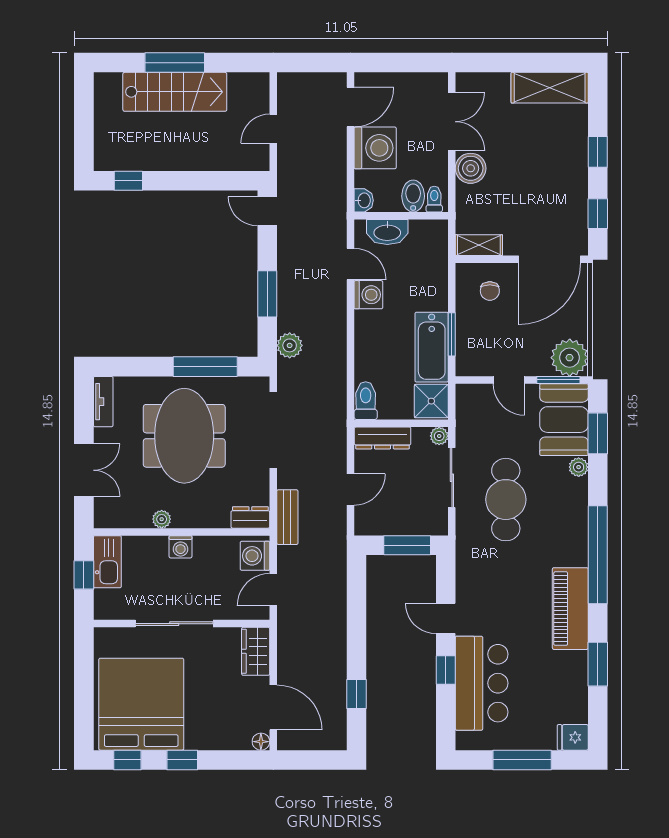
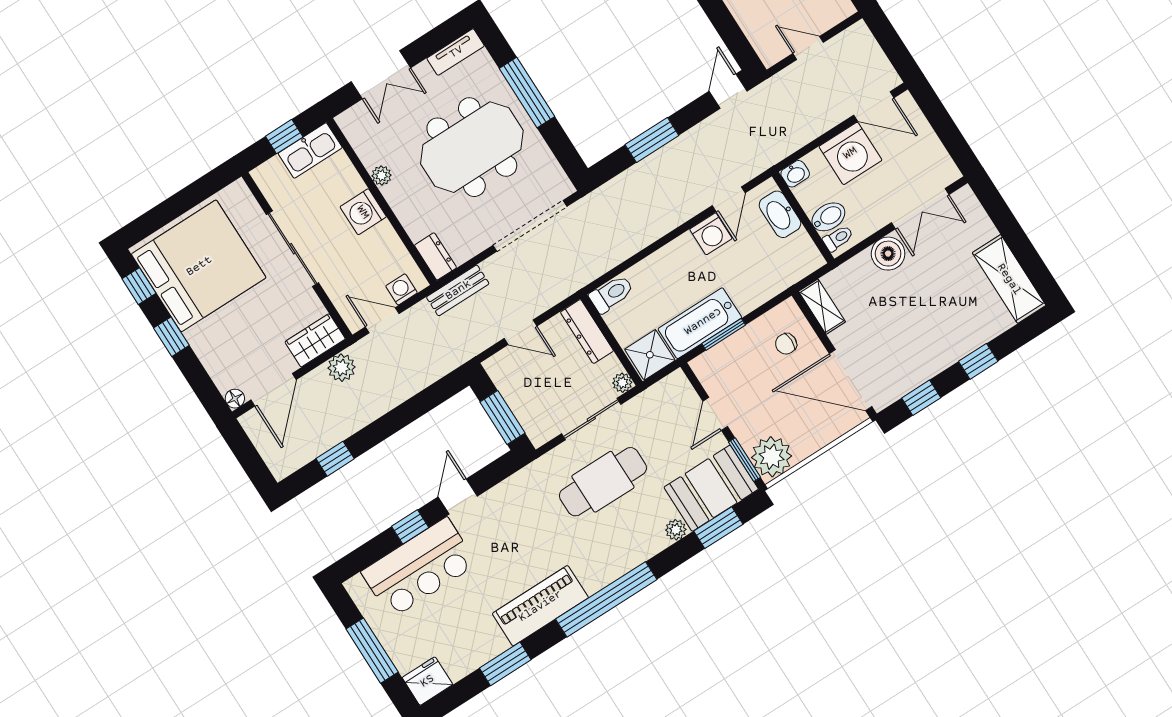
plant: (290, 345) -> (341, 368), moved
window: (205, 367) -> (527, 92), moved
washing machine: (181, 547) -> (363, 212), width x1.38, depth x1.38
washing machine: (255, 556) -> (401, 289), width x0.73, depth x0.73
fridge: (573, 737) -> (427, 681), width x1.38

